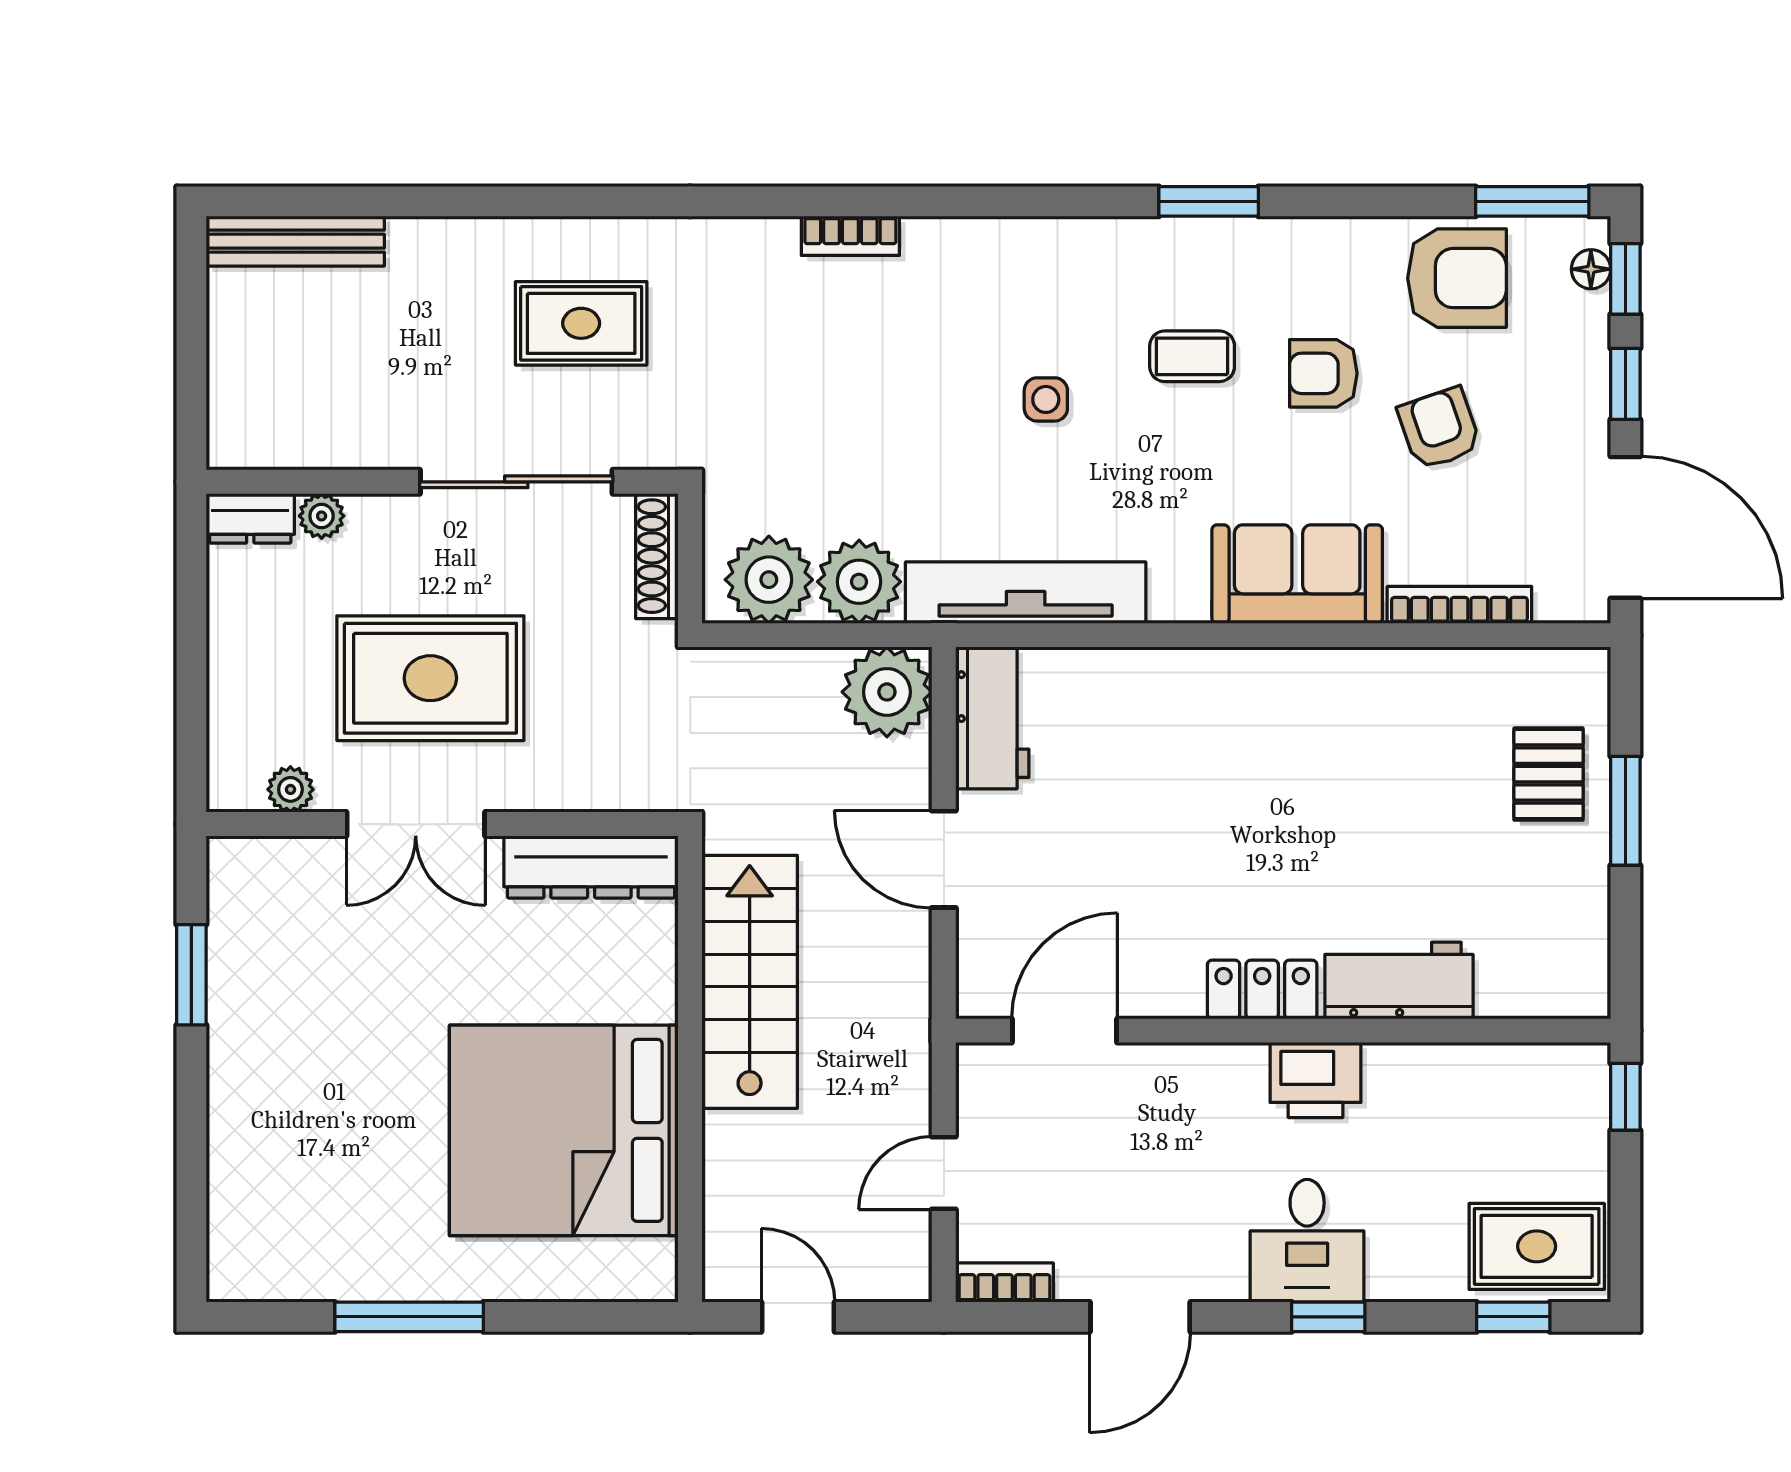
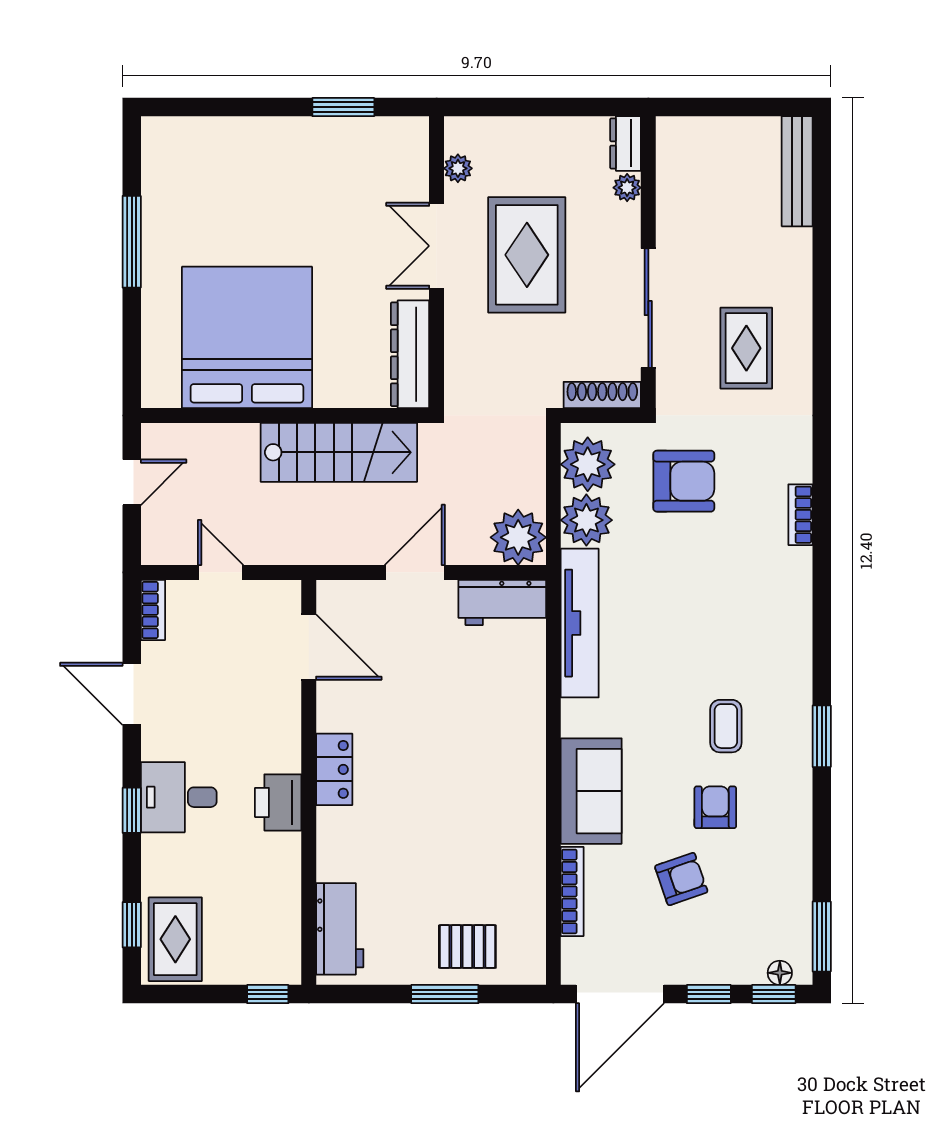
armchair: (1457, 278) -> (684, 481), moved, turned -90
side table: (1046, 399) -> (699, 636), removed
workbench: (1399, 980) -> (340, 929), moved

